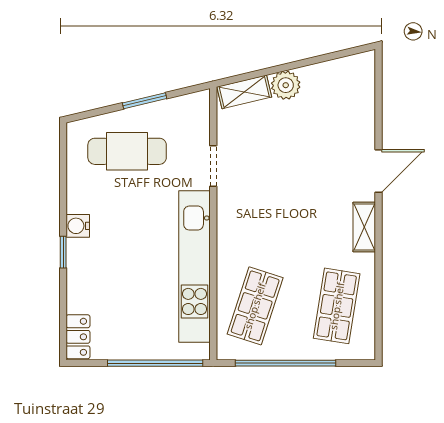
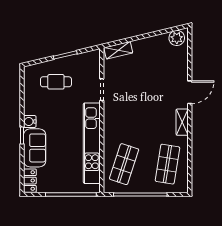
plant: (286, 85) -> (177, 38), moved
cafe table: (127, 151) -> (56, 82), width x0.73, depth x0.74
sofa: (87, 275) -> (35, 148), added

